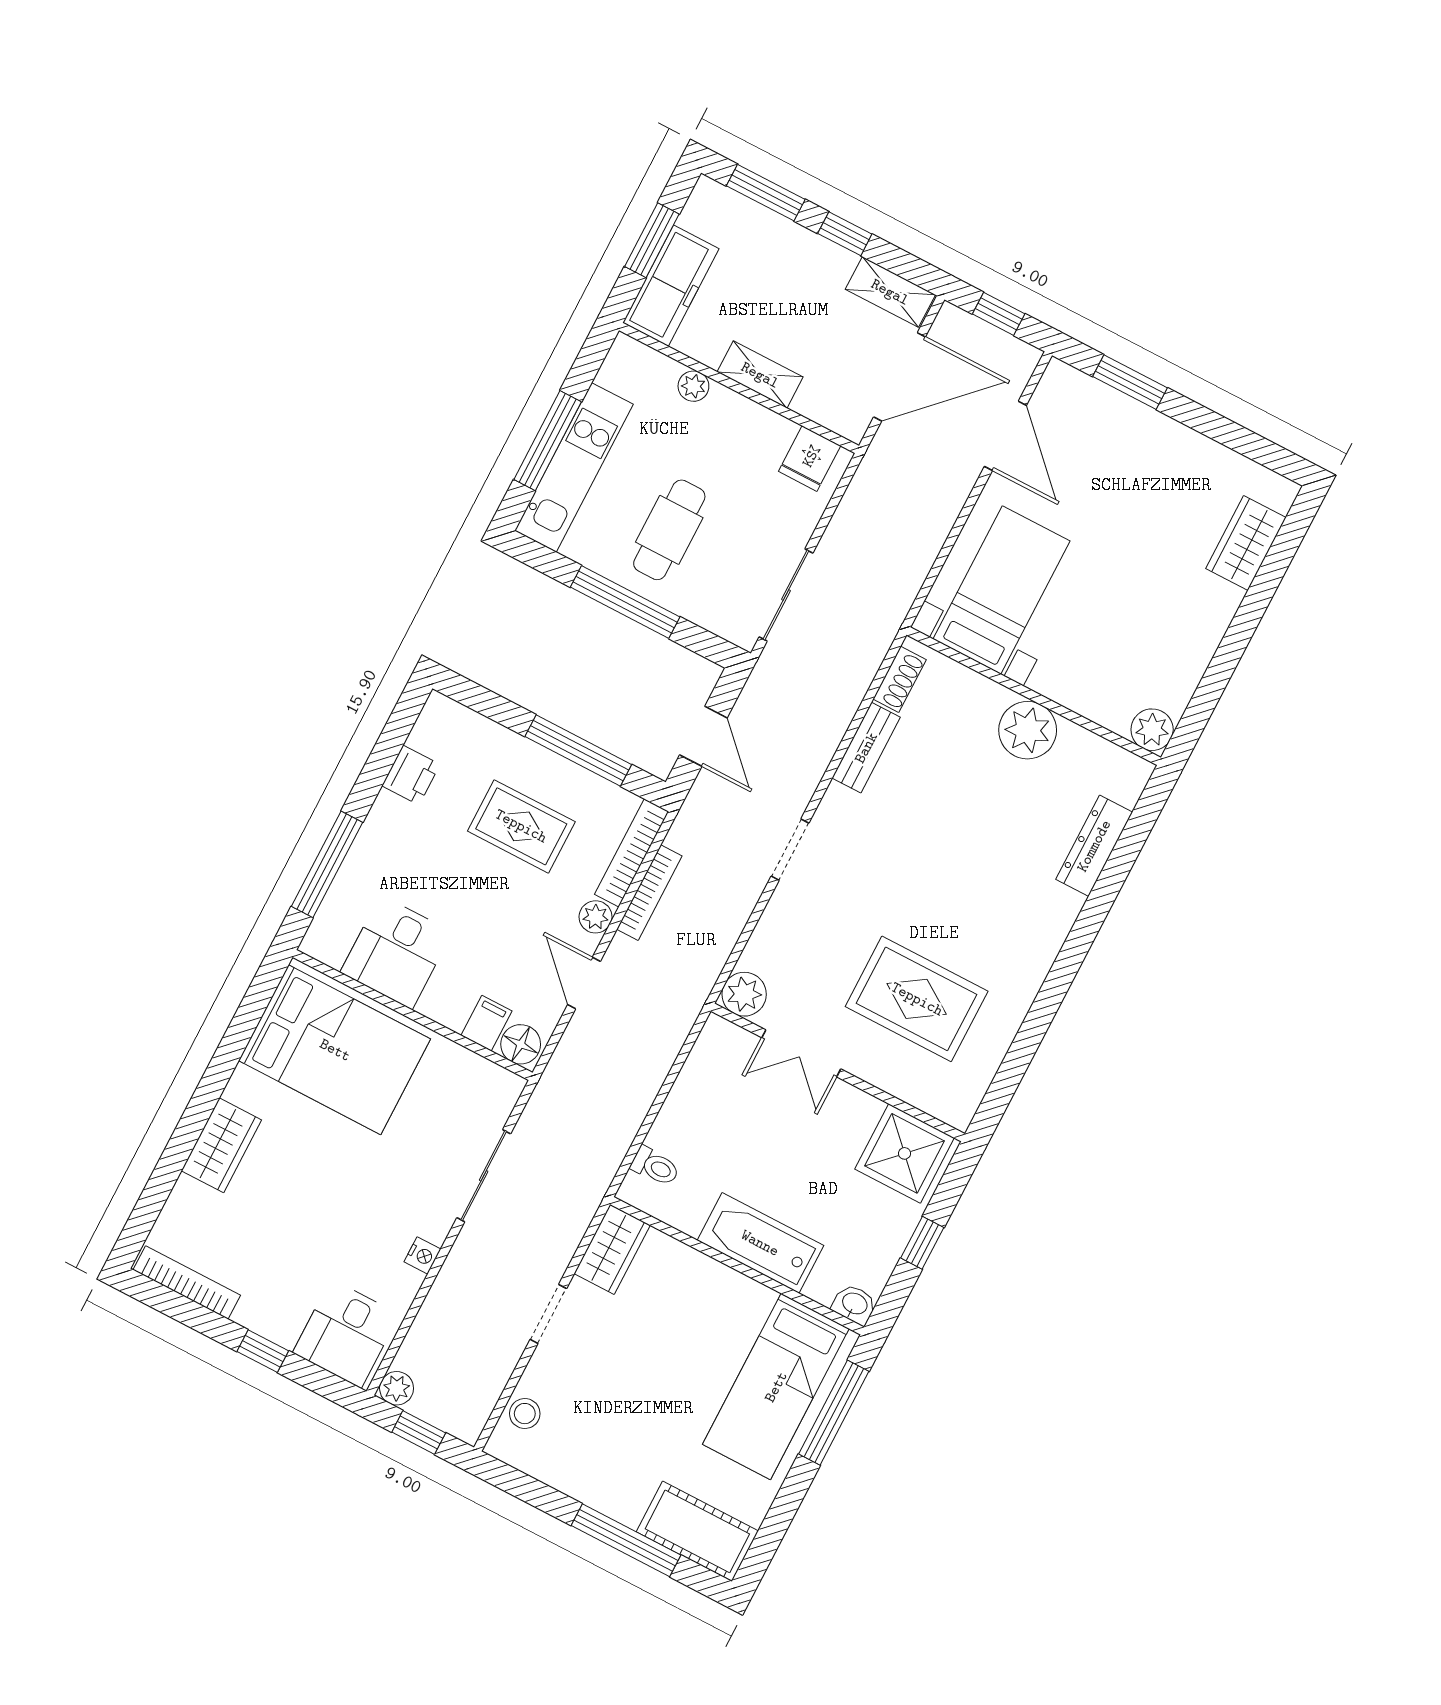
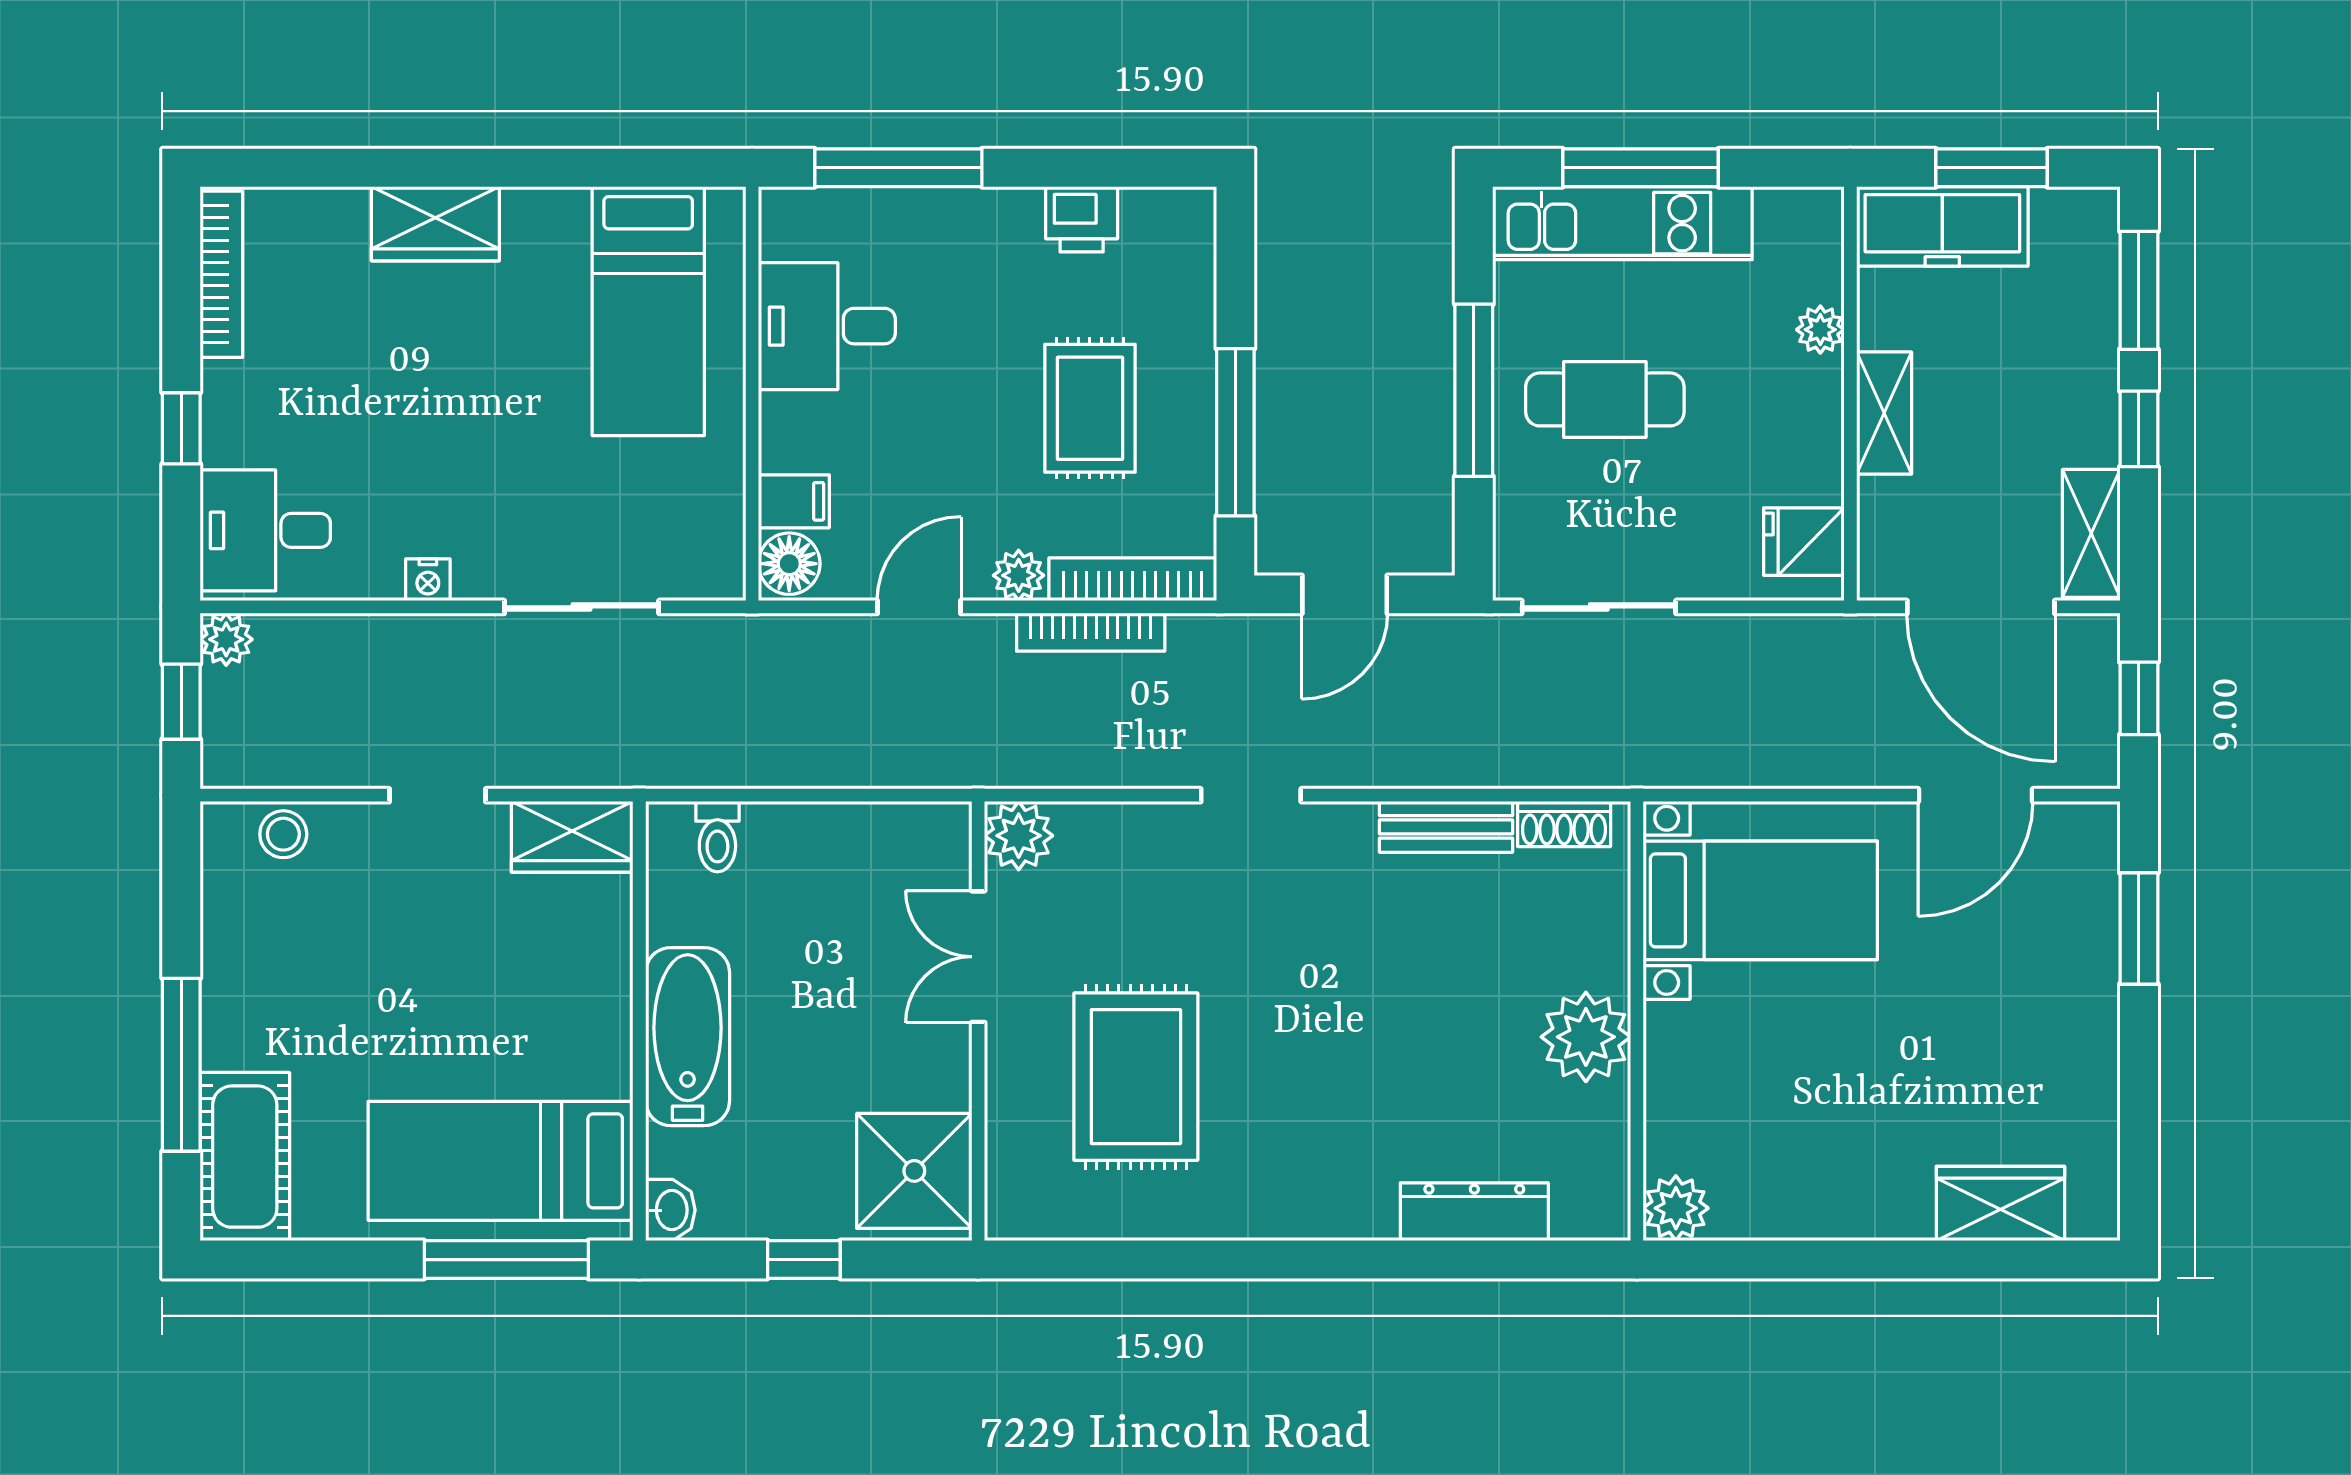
bed: (335, 1050) -> (648, 311), width x0.67

